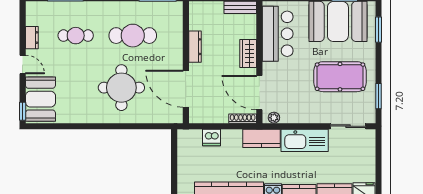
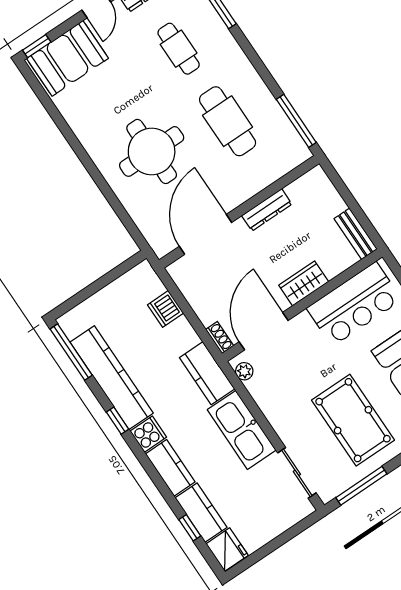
window: (378, 96) -> (361, 486), width x1.44
shoe rack: (243, 119) -> (220, 338), width x0.70

